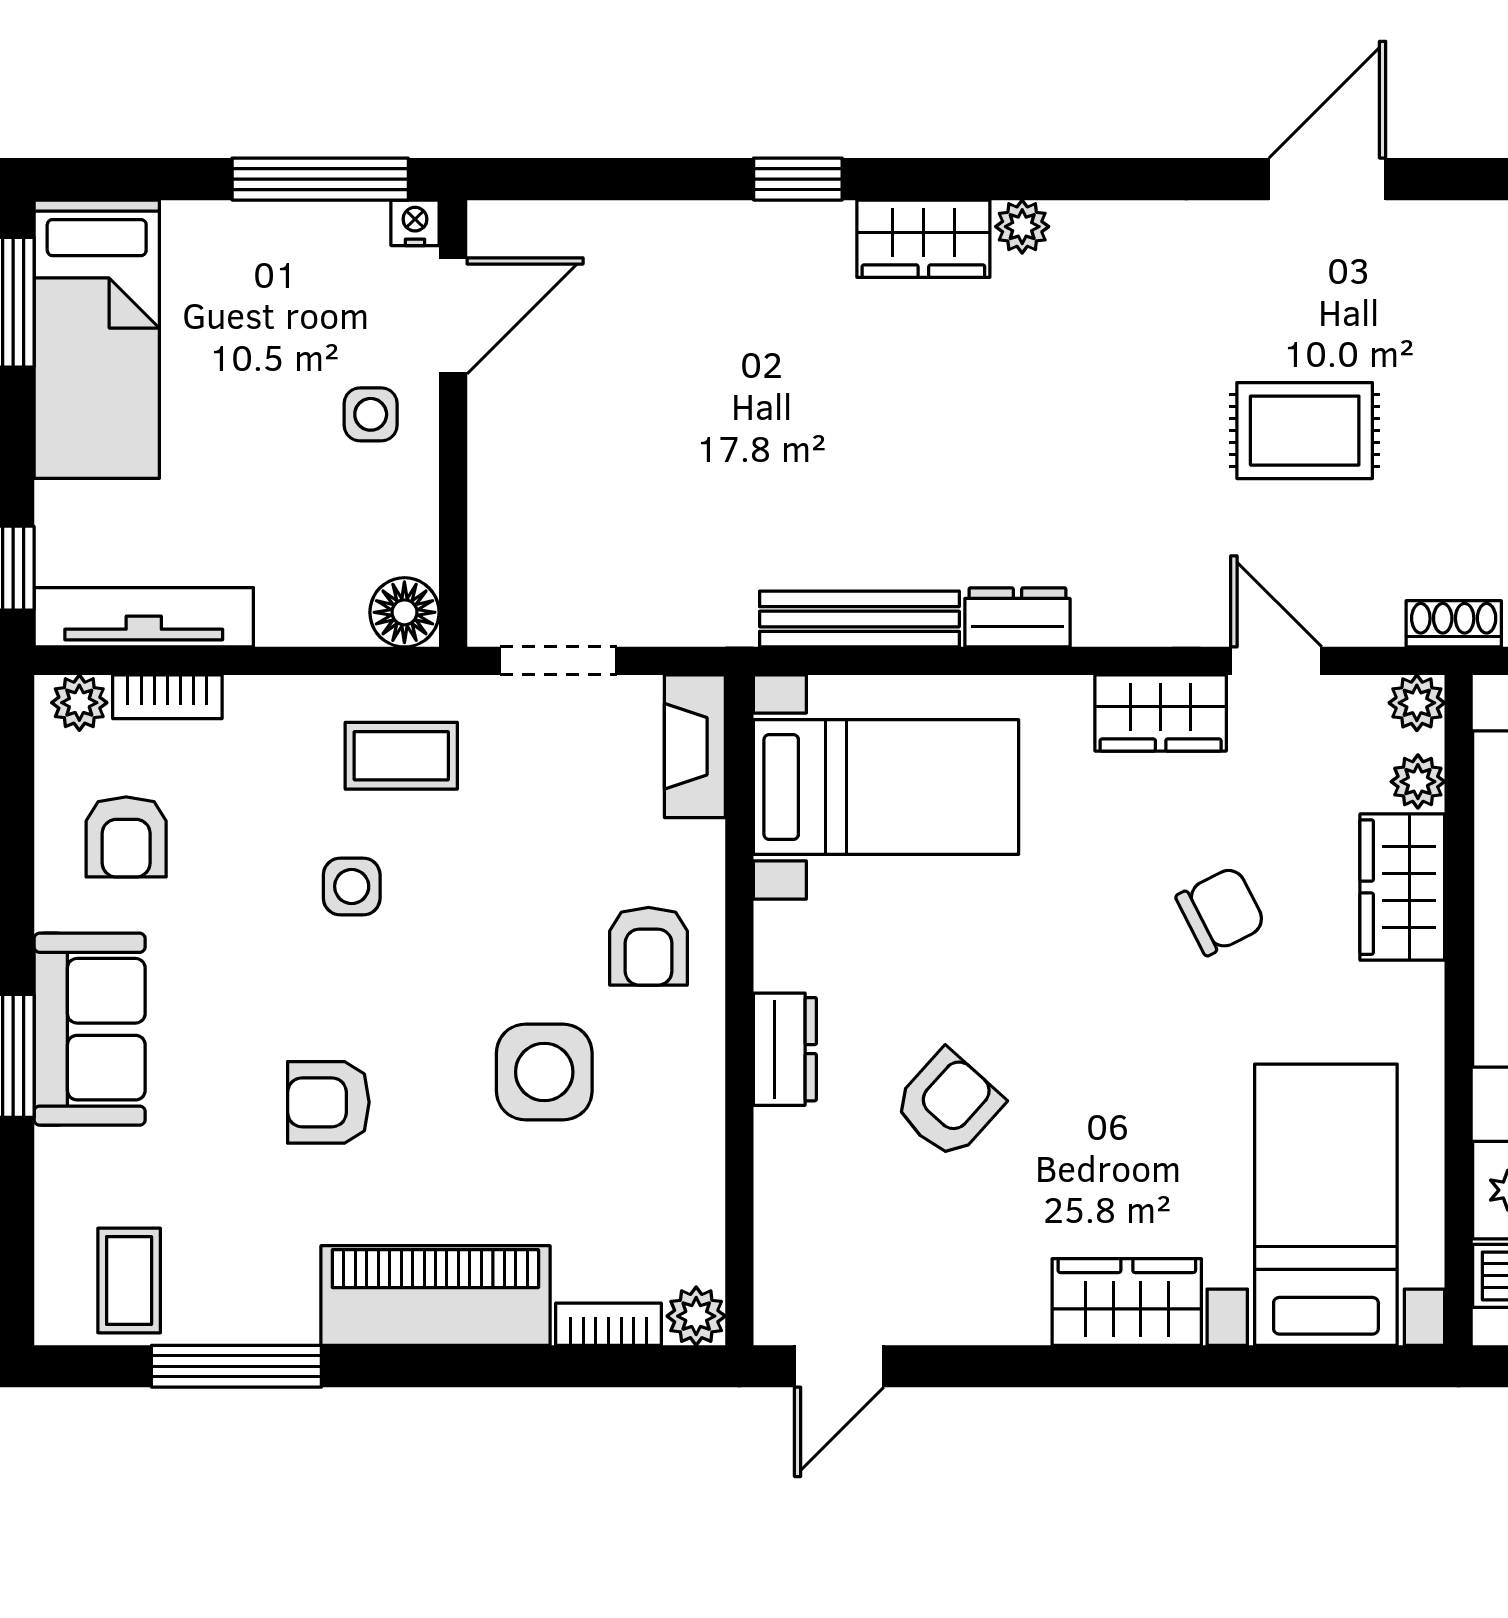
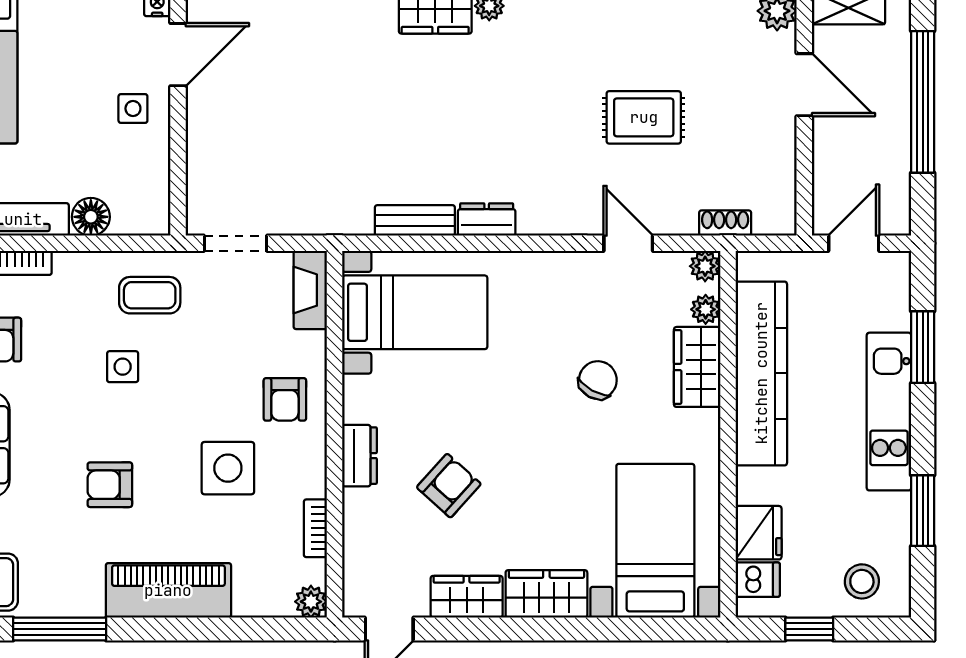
floor lamp: (404, 612) -> (91, 217), moved
bench: (859, 619) -> (415, 220), width x0.73
wardrobe: (1161, 713) -> (467, 597), moved, turned 180
chair: (1221, 911) -> (598, 380), turned -34
bookcase: (608, 1324) -> (315, 528), moved, turned -90

